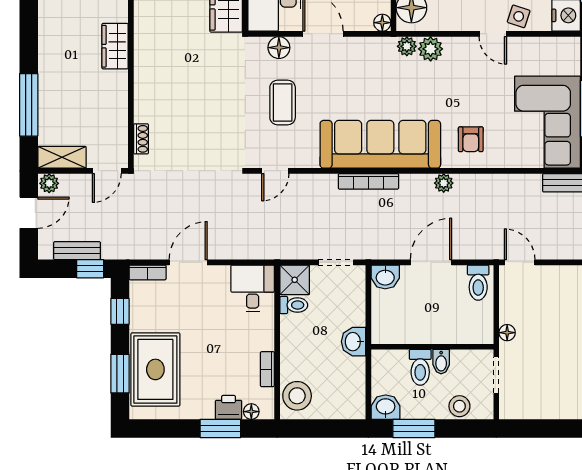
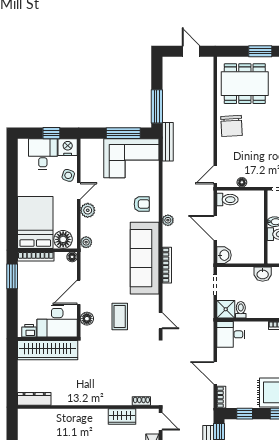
wardrobe: (115, 46) -> (122, 417), moved
plant: (431, 49) -> (88, 210), moved
coffee table: (283, 102) -> (120, 316), turned 90
floor lamp: (507, 333) -> (242, 182), moved

